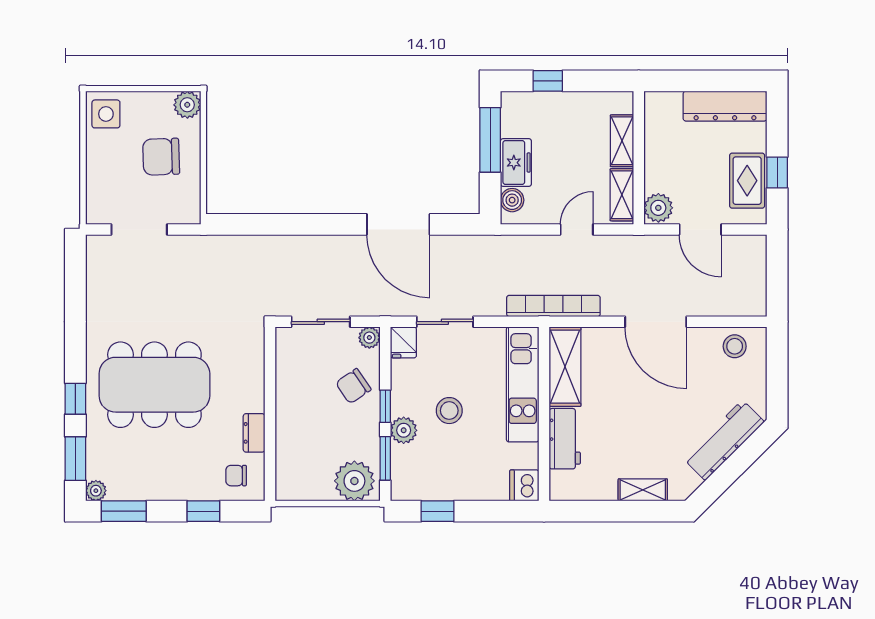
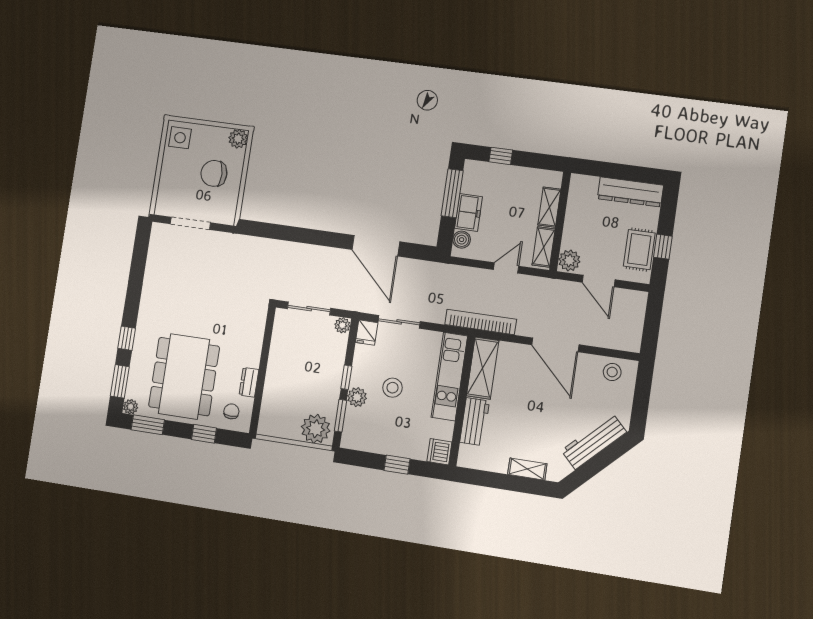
dining table: (154, 385) -> (184, 377), moved, turned 90
chair: (353, 386) -> (325, 359), removed
chair: (236, 476) -> (231, 411), turned 90
window: (438, 511) -> (397, 465), moved

